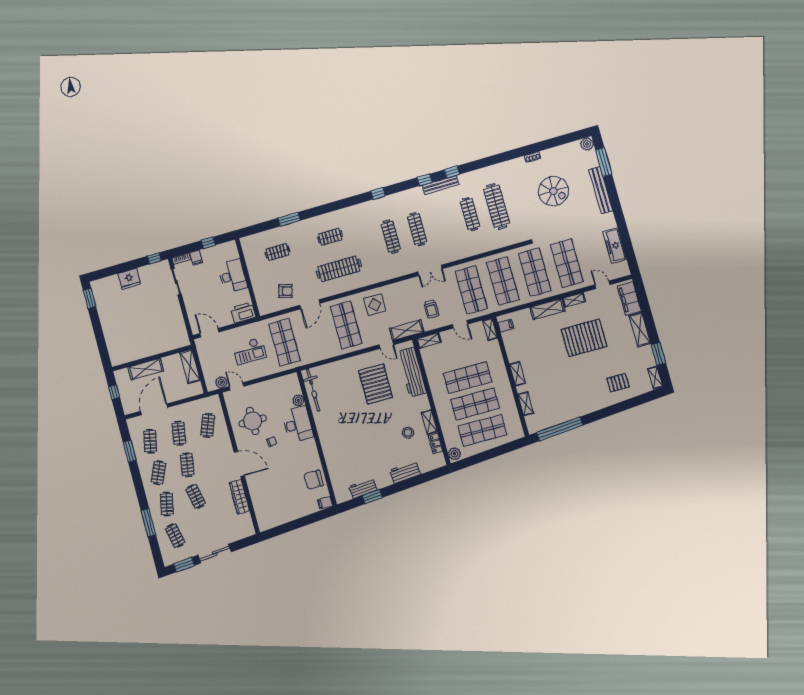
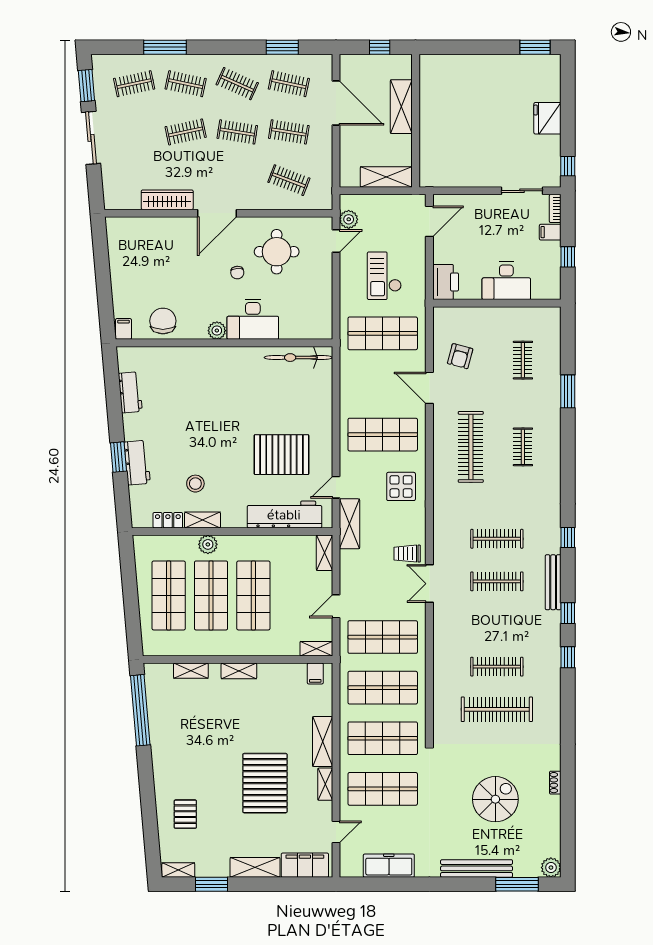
bench: (441, 185) -> (553, 582), moved
spiral stairs: (553, 191) -> (495, 799), turned 180
trolley: (431, 309) -> (407, 554), moved
plant: (298, 400) -> (217, 331), moved
plant: (454, 454) -> (208, 544), moved
window: (372, 497) -> (118, 457), moved

